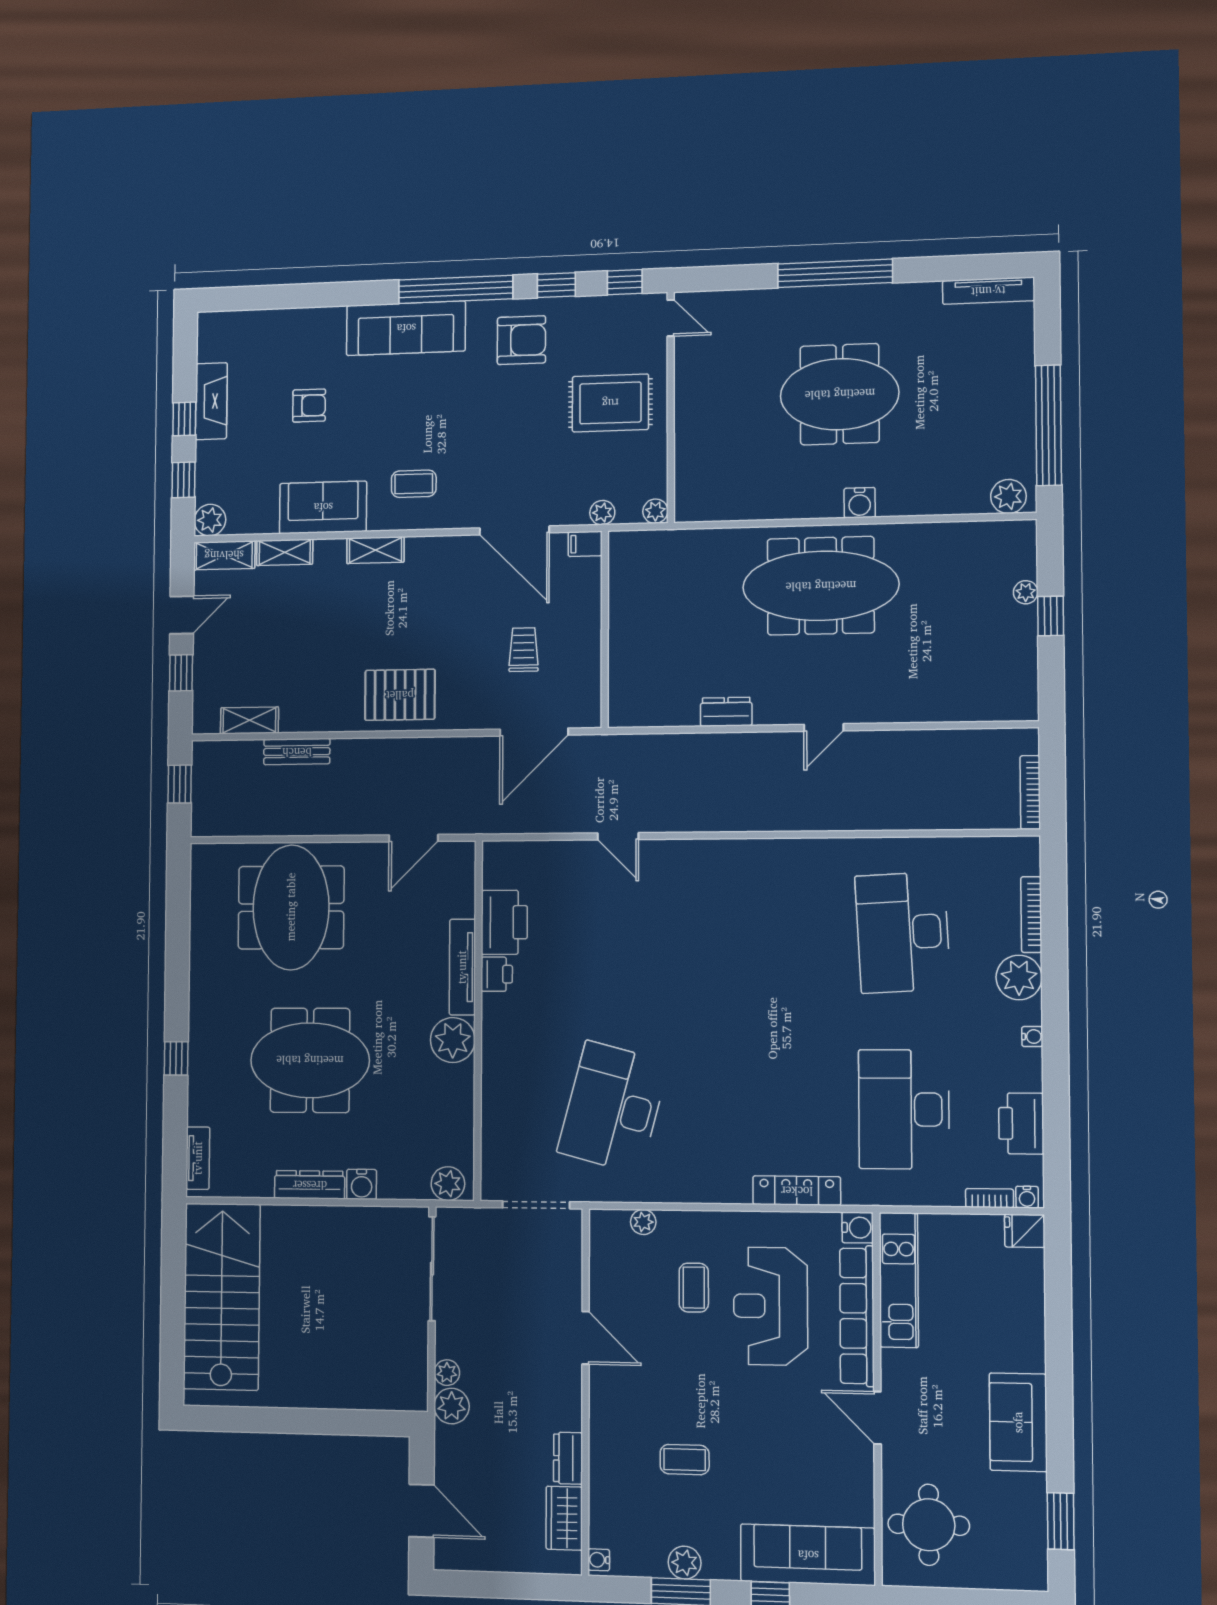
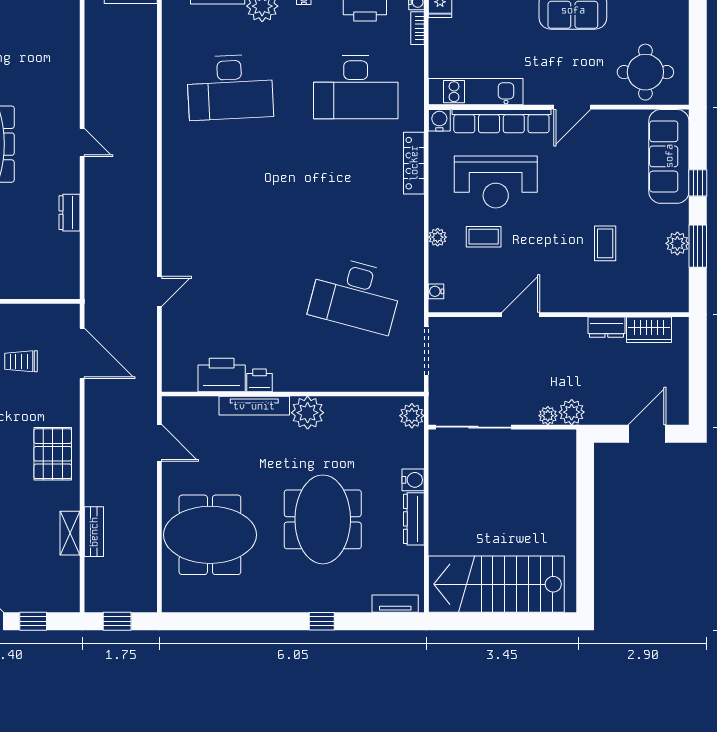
shelving: (249, 720) -> (70, 533), moved
plant: (643, 1222) -> (438, 237), moved
water cooler: (599, 1560) -> (436, 291), moved, turned 90

